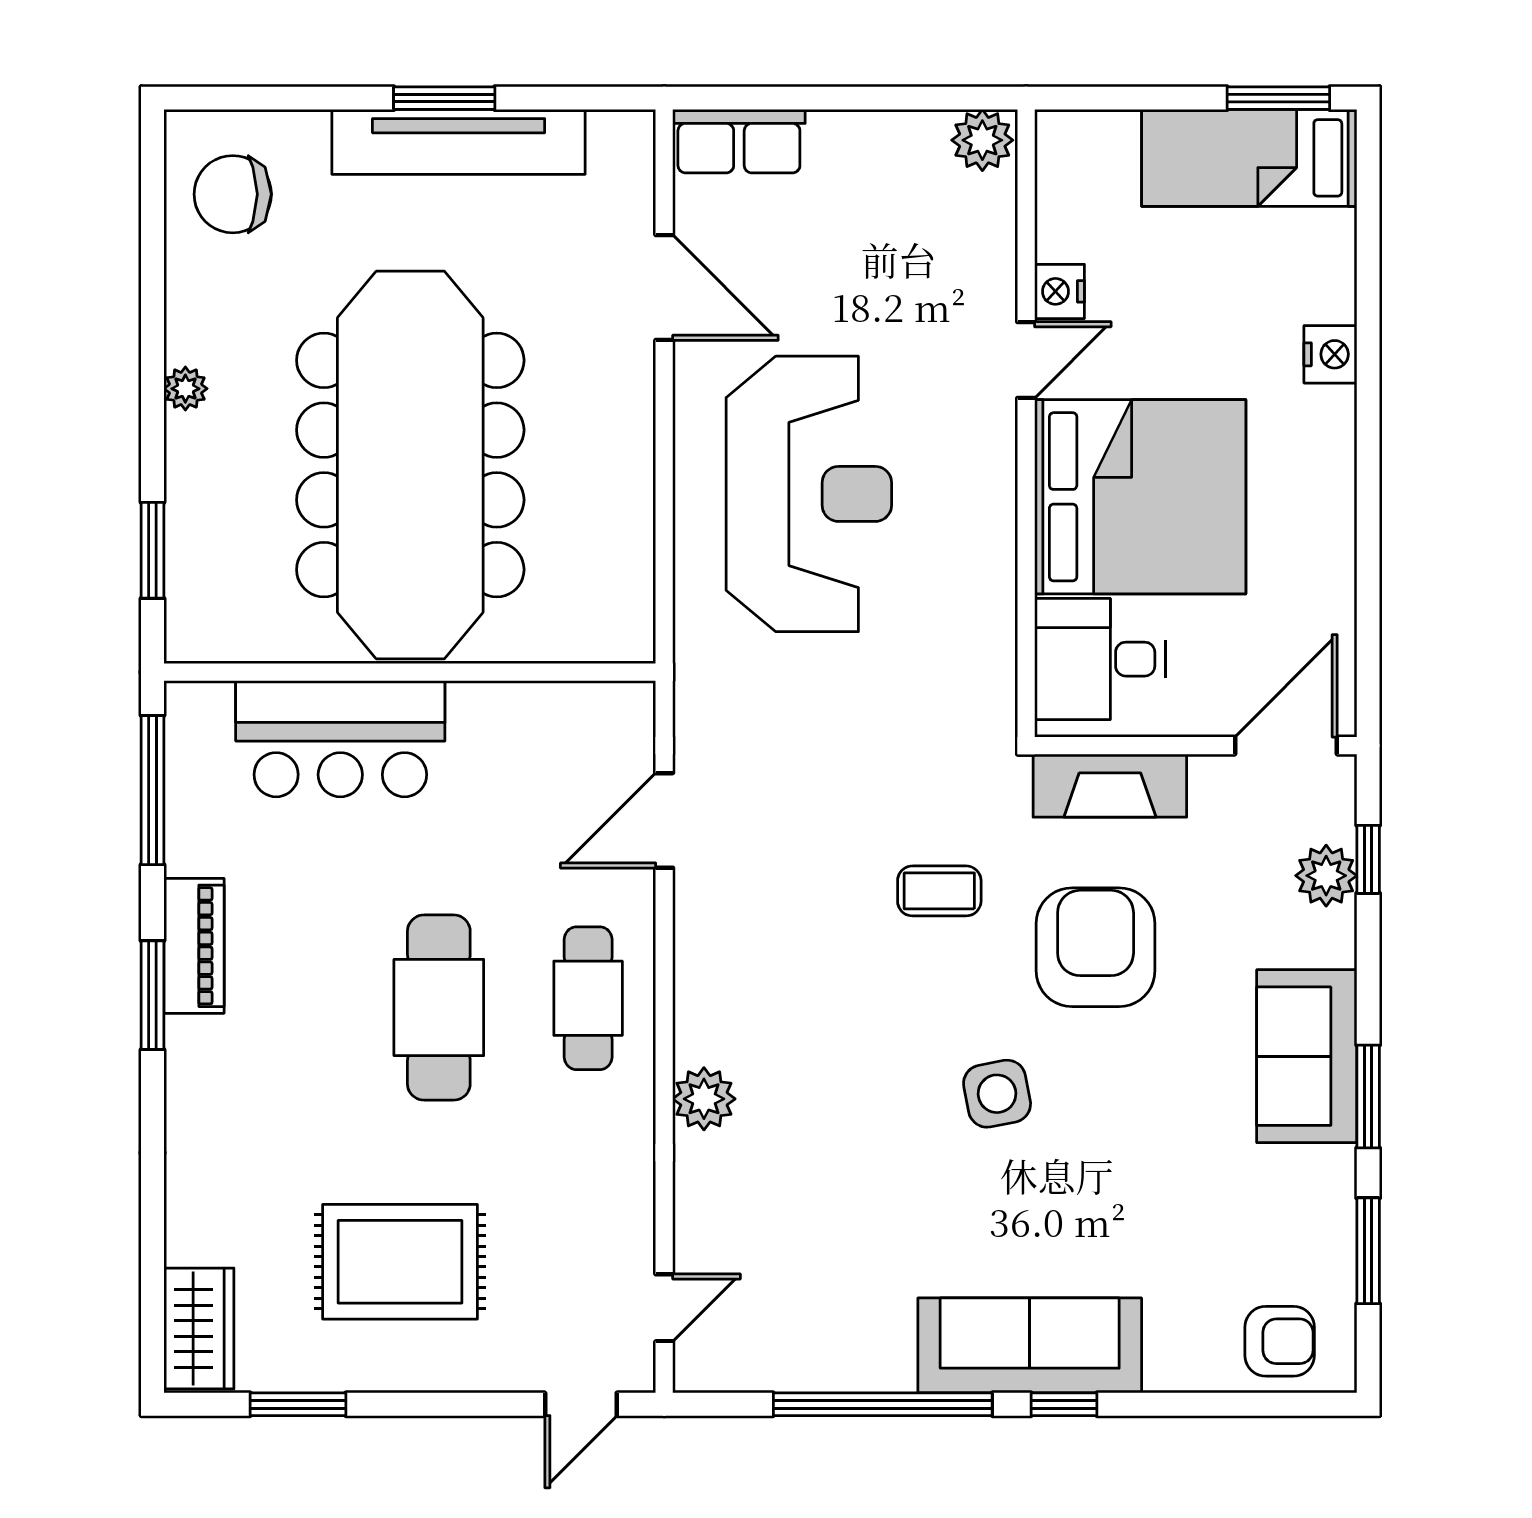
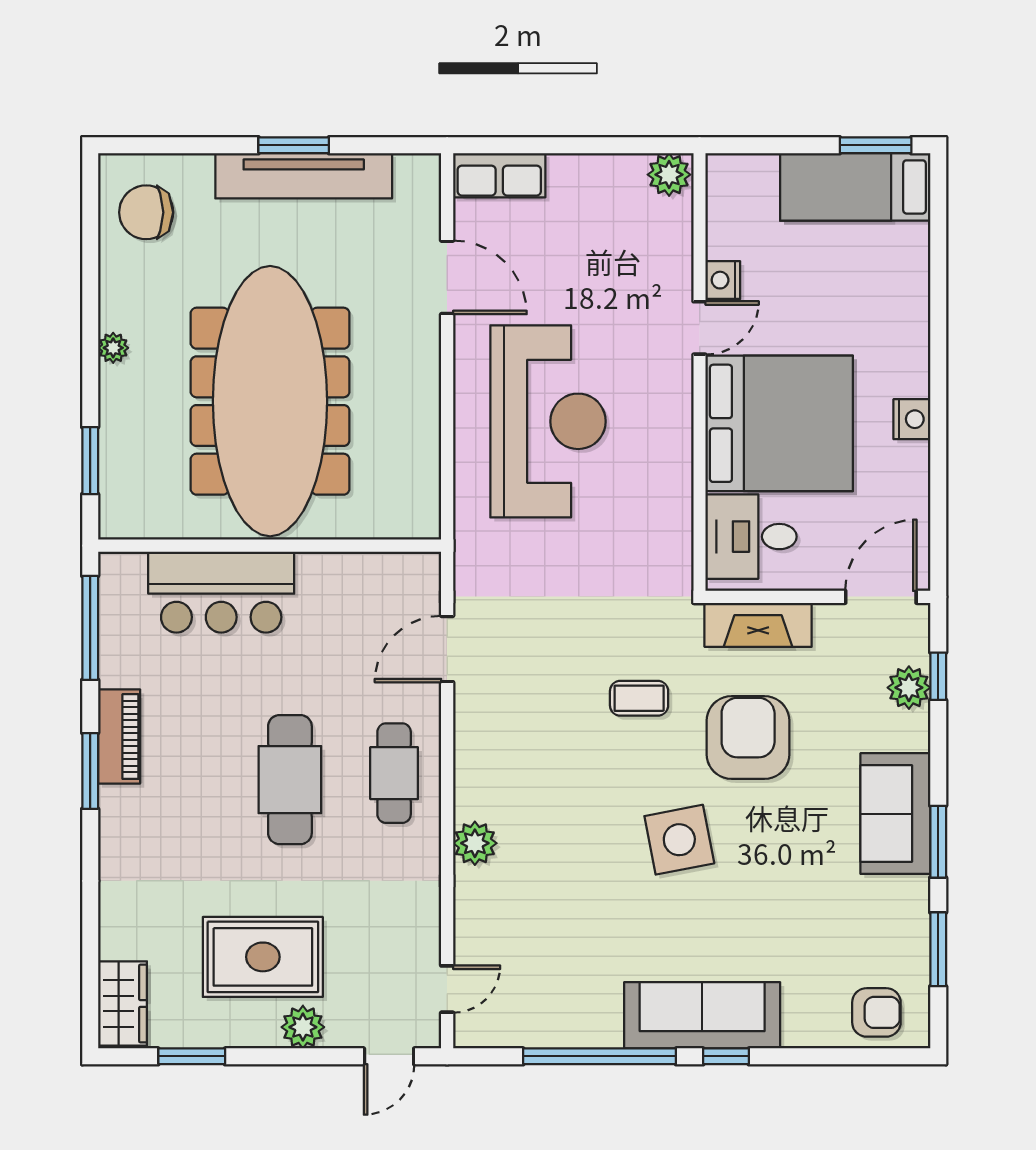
nightstand: (1330, 354) -> (912, 419), moved
side table: (997, 1094) -> (679, 840), width x1.37, depth x1.37
plant: (457, 1362) -> (303, 1027), added

